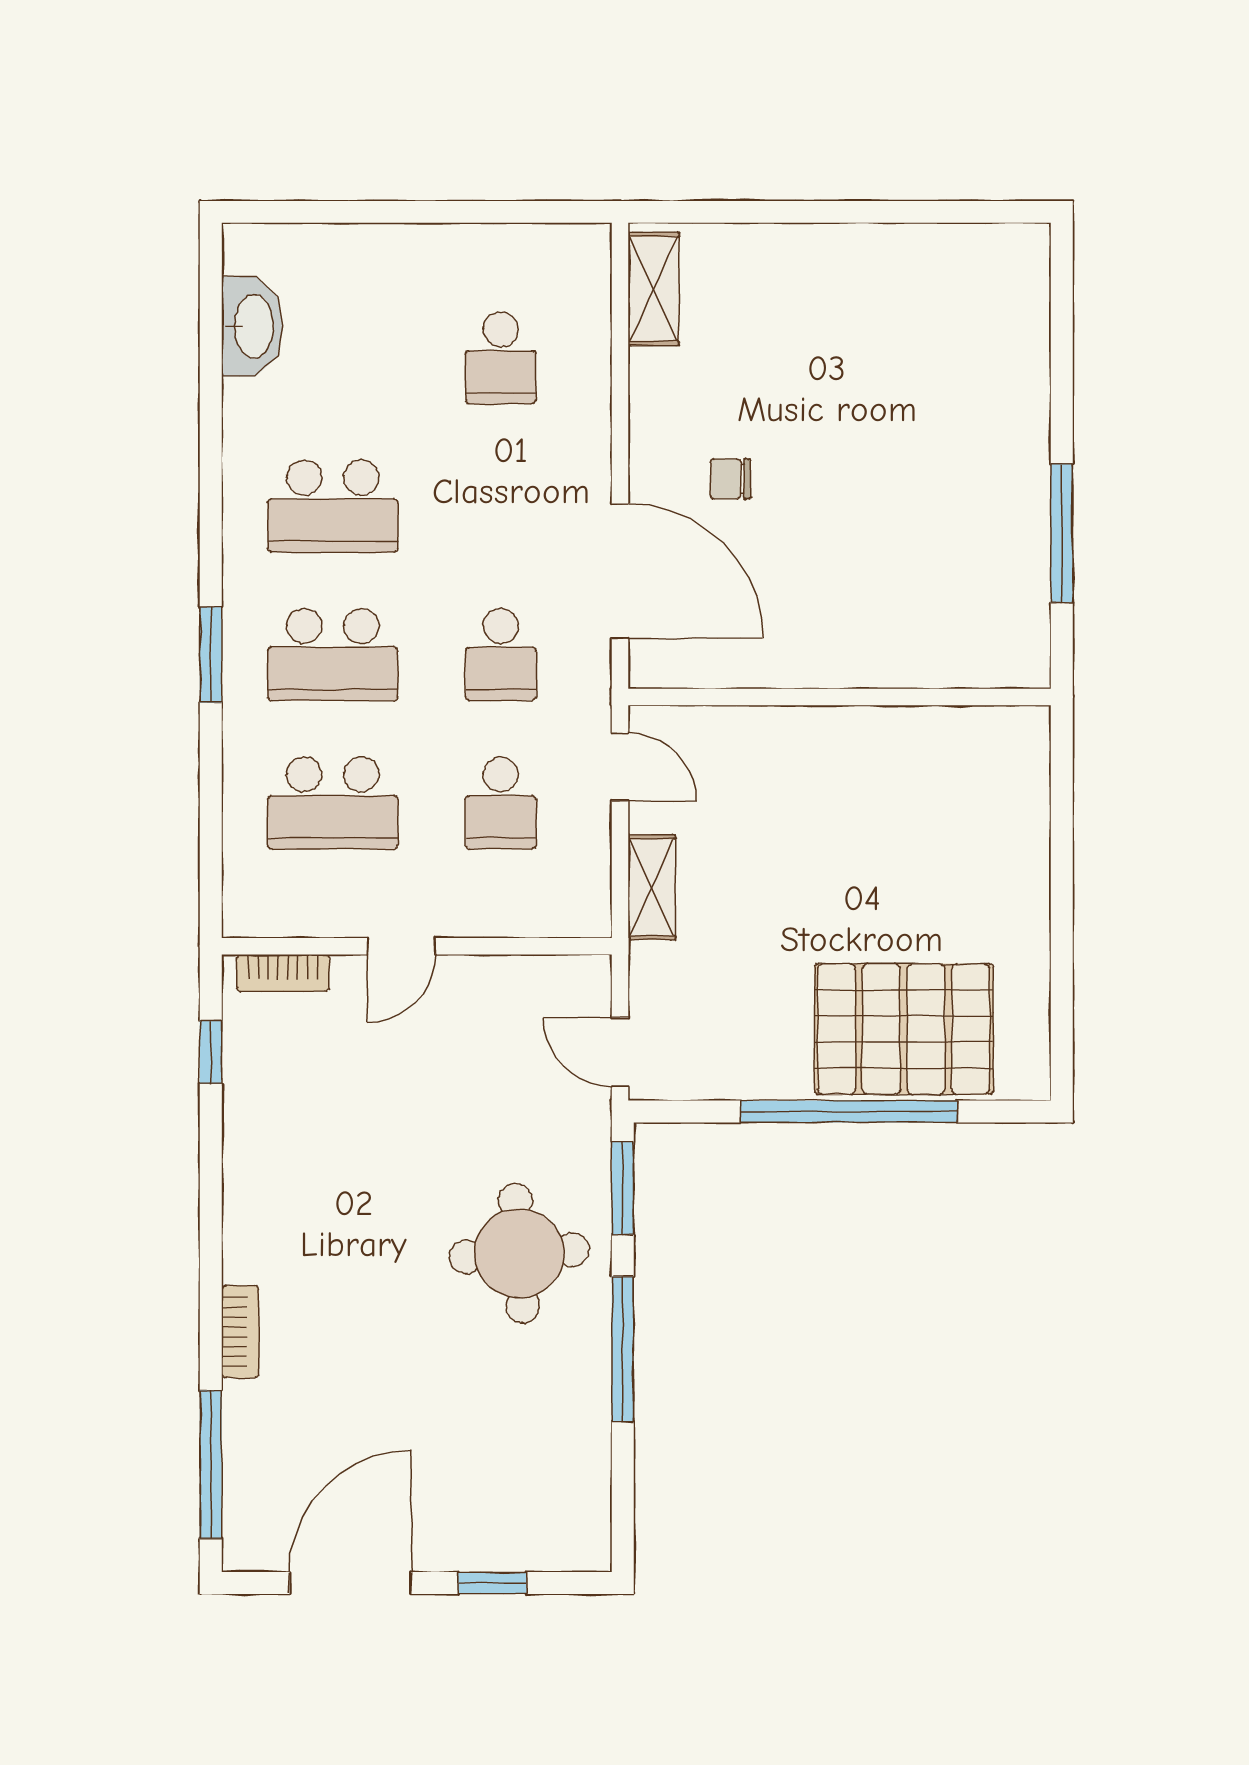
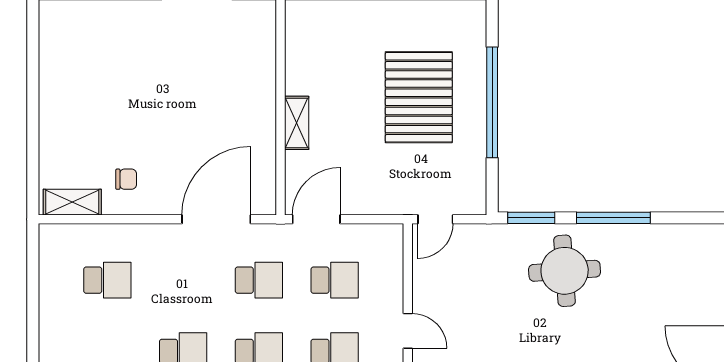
chair: (730, 479) -> (126, 179), moved, turned -90
door: (620, 767) -> (316, 219), width x1.38
shelving: (652, 887) -> (297, 123), moved, turned 90
pallet: (904, 1029) -> (419, 97), moved
door: (620, 1052) -> (435, 219), moved

